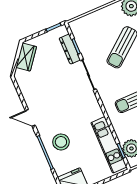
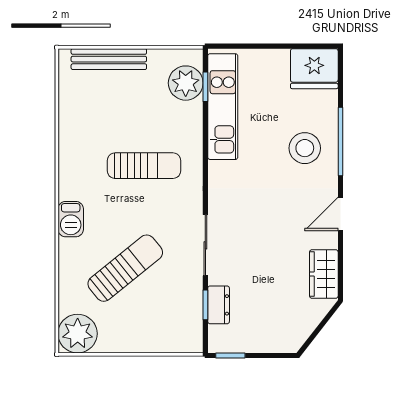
dresser: (70, 49) -> (219, 305), width x0.70
wardrobe: (26, 57) -> (324, 274), moved, turned -38
door: (30, 118) -> (340, 214), swing flipped

